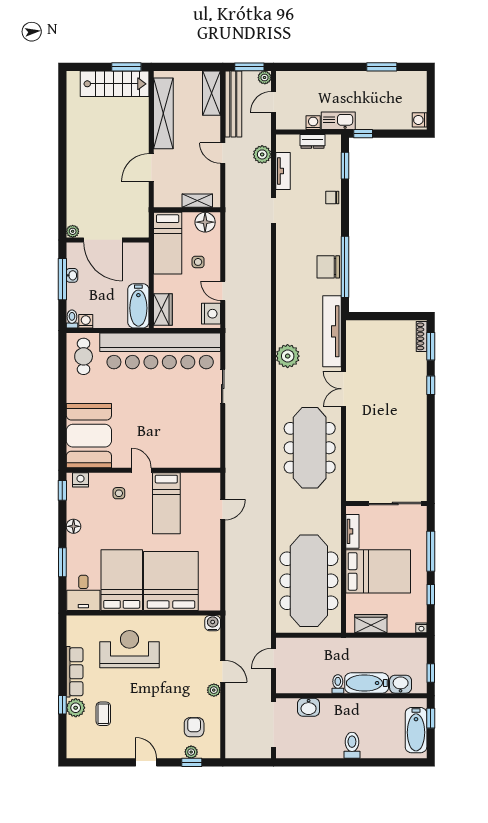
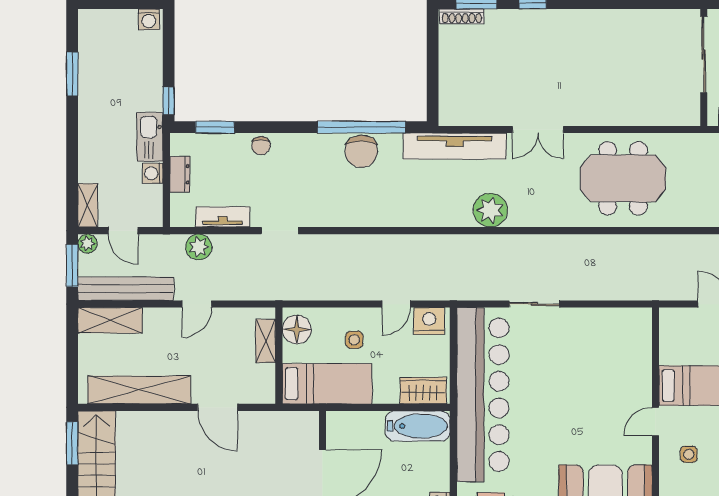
shelving: (291, 78) -> (88, 205), added
meeting table: (310, 448) -> (623, 178), width x0.73

